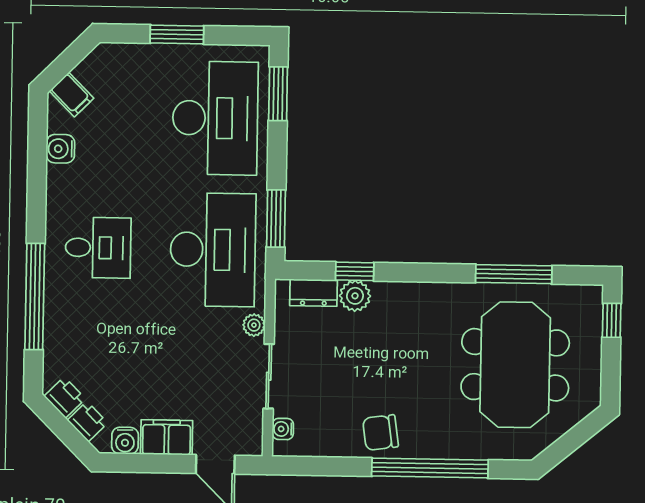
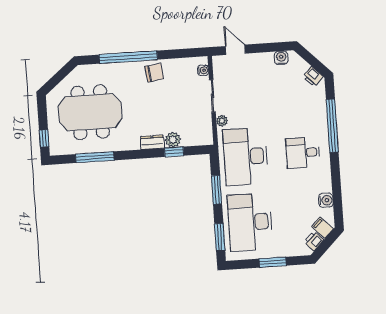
window: (276, 218) -> (217, 190), moved
dresser: (314, 293) -> (152, 142), moved
meeting table: (515, 365) -> (90, 112), turned 90
printer: (88, 421) -> (314, 241), moved, turned 90
filing cabinet: (167, 437) -> (261, 61), removed

